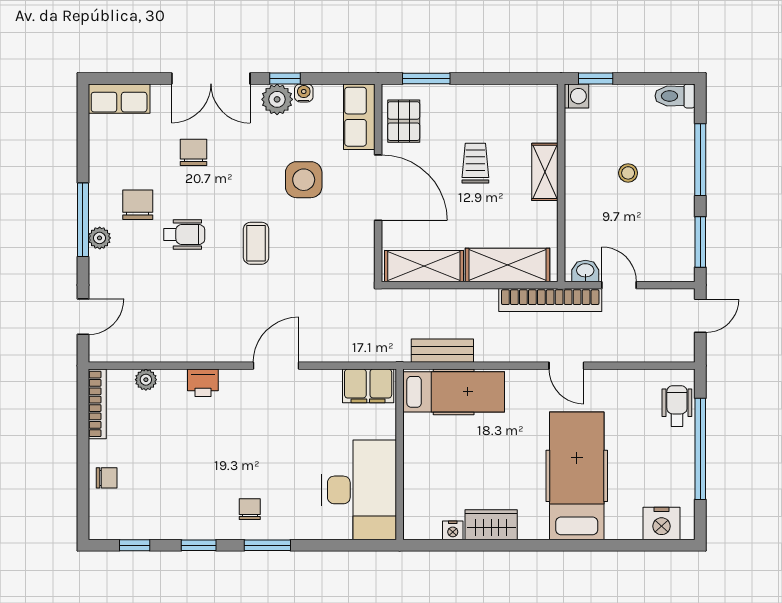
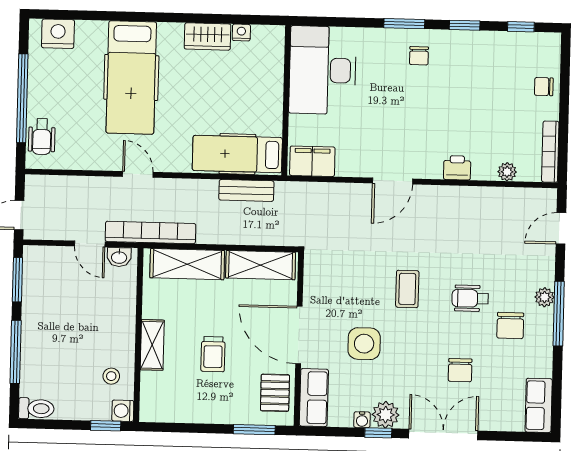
row of seats: (119, 99) -> (539, 405), moved, turned -90
stool: (628, 173) -> (111, 376), moved

